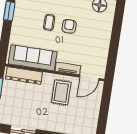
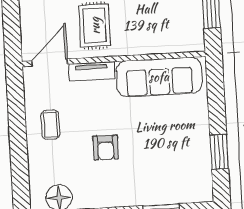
coffee table: (49, 22) -> (50, 125), moved
dresser: (24, 75) -> (168, 42), removed

